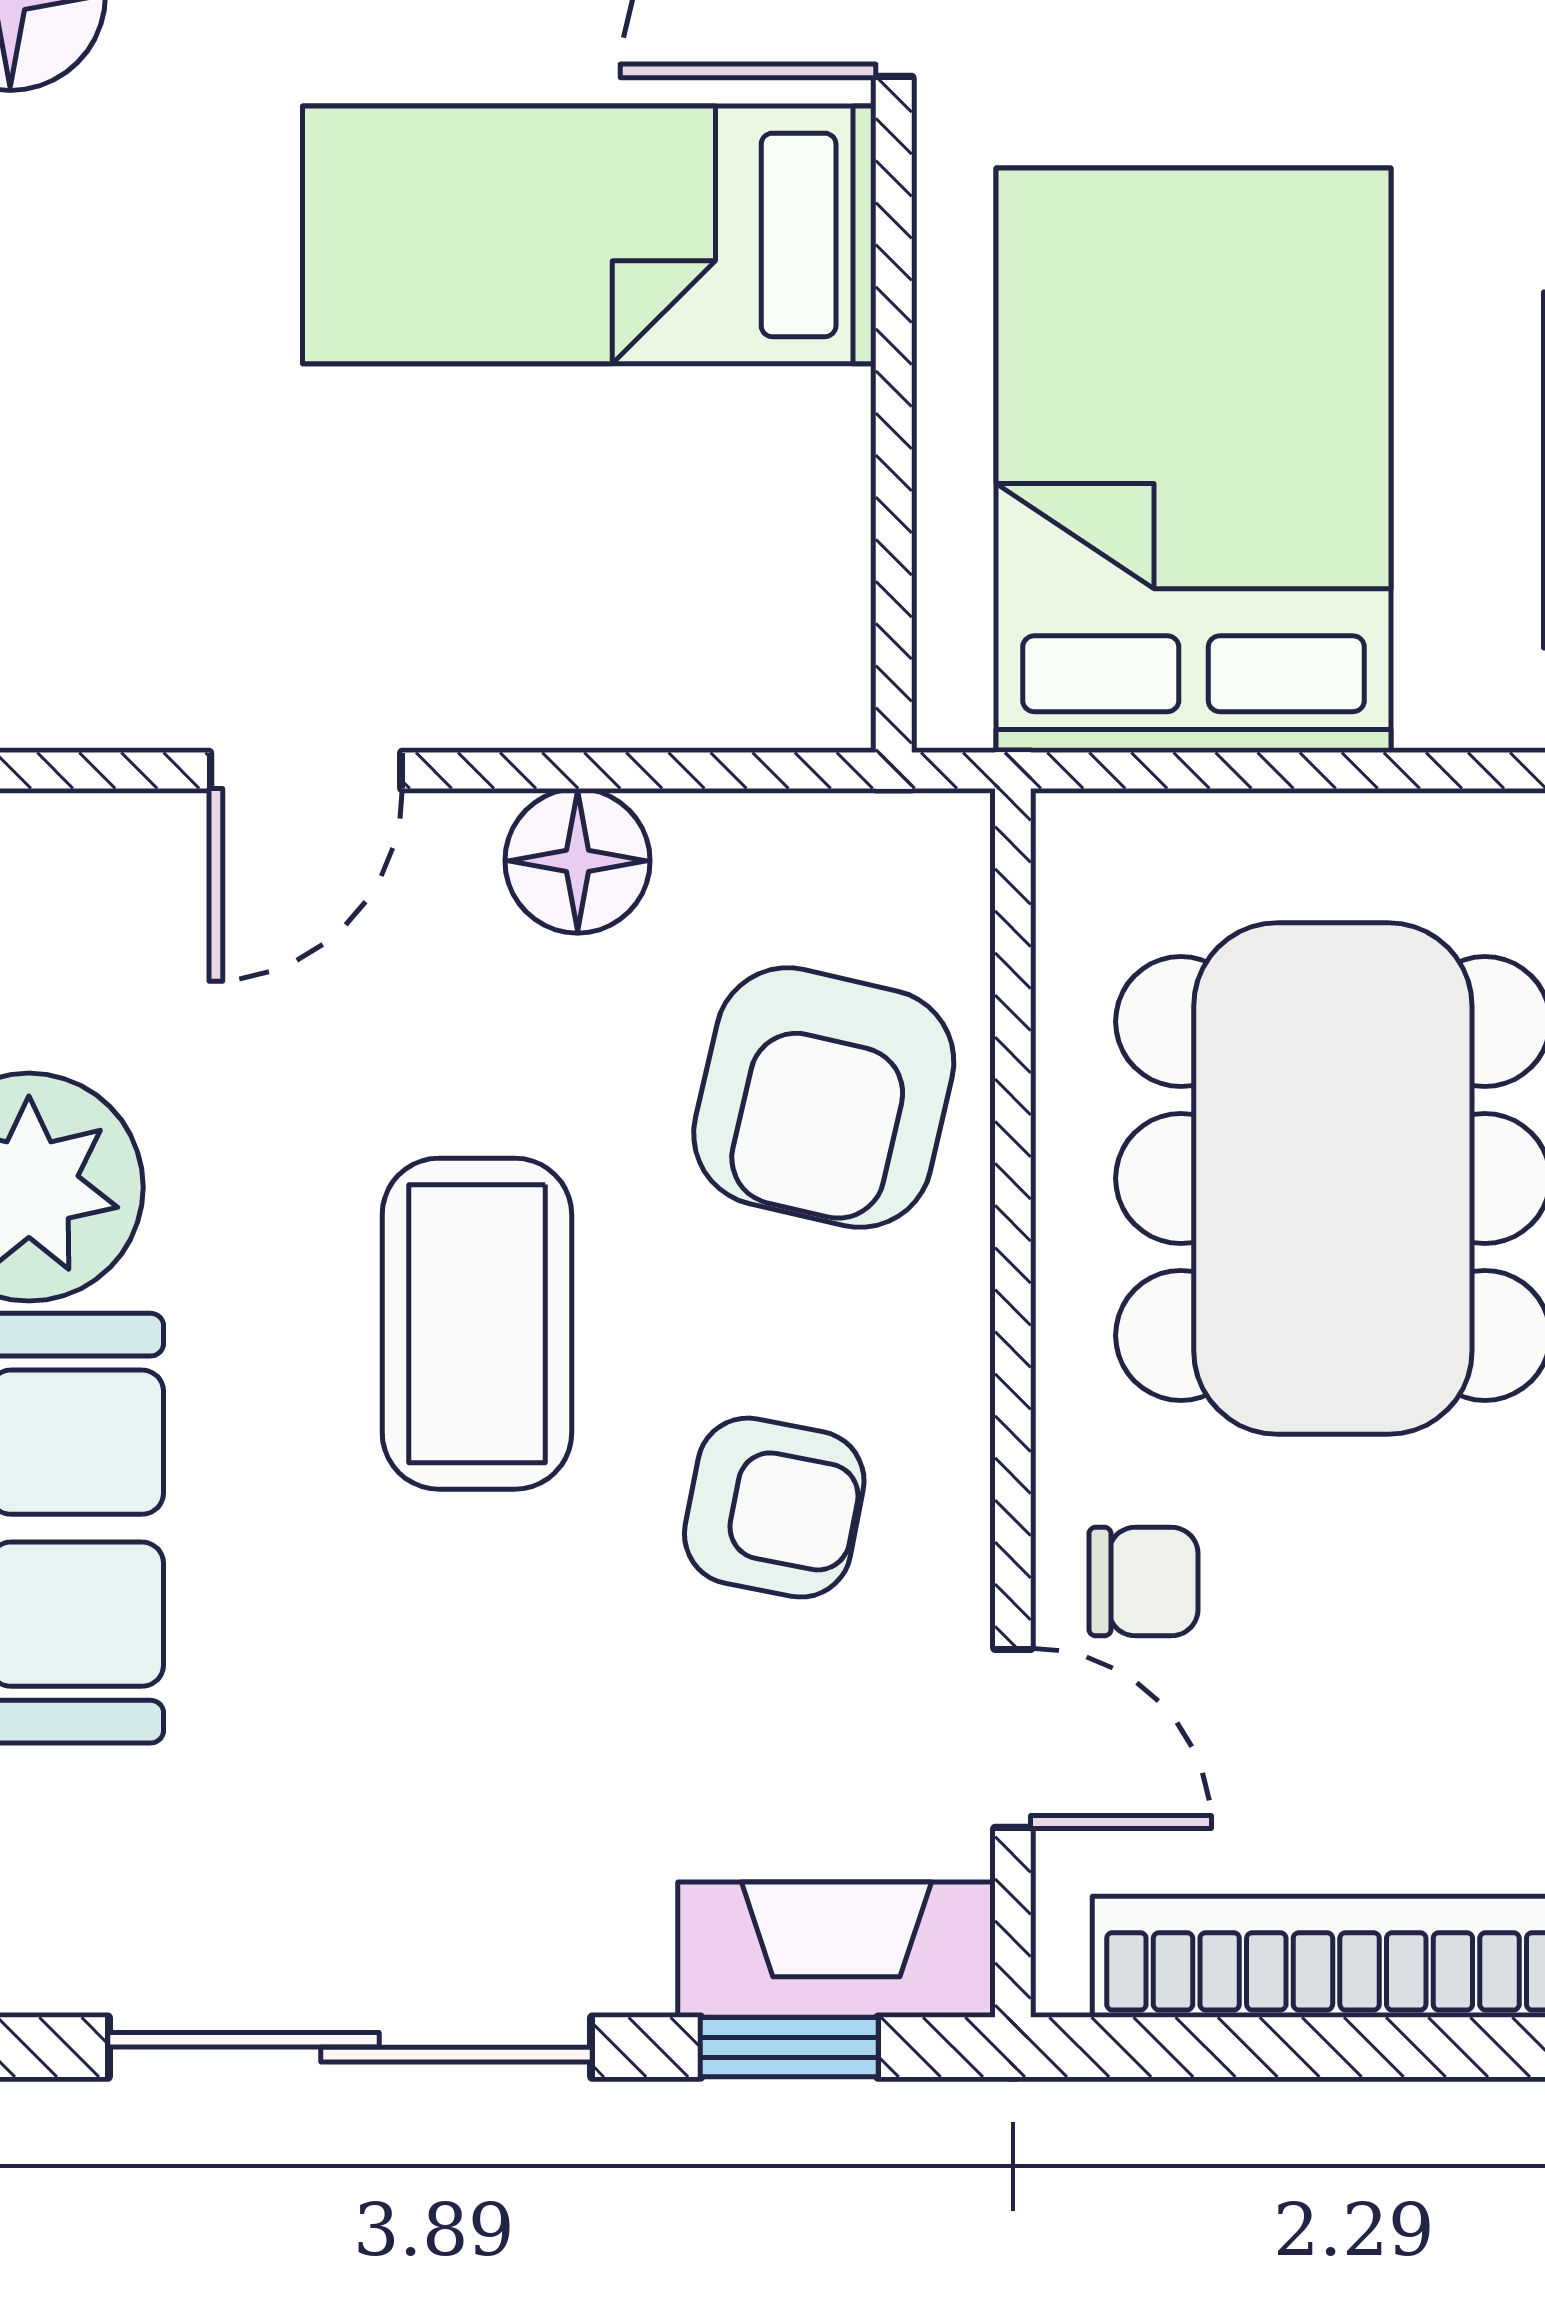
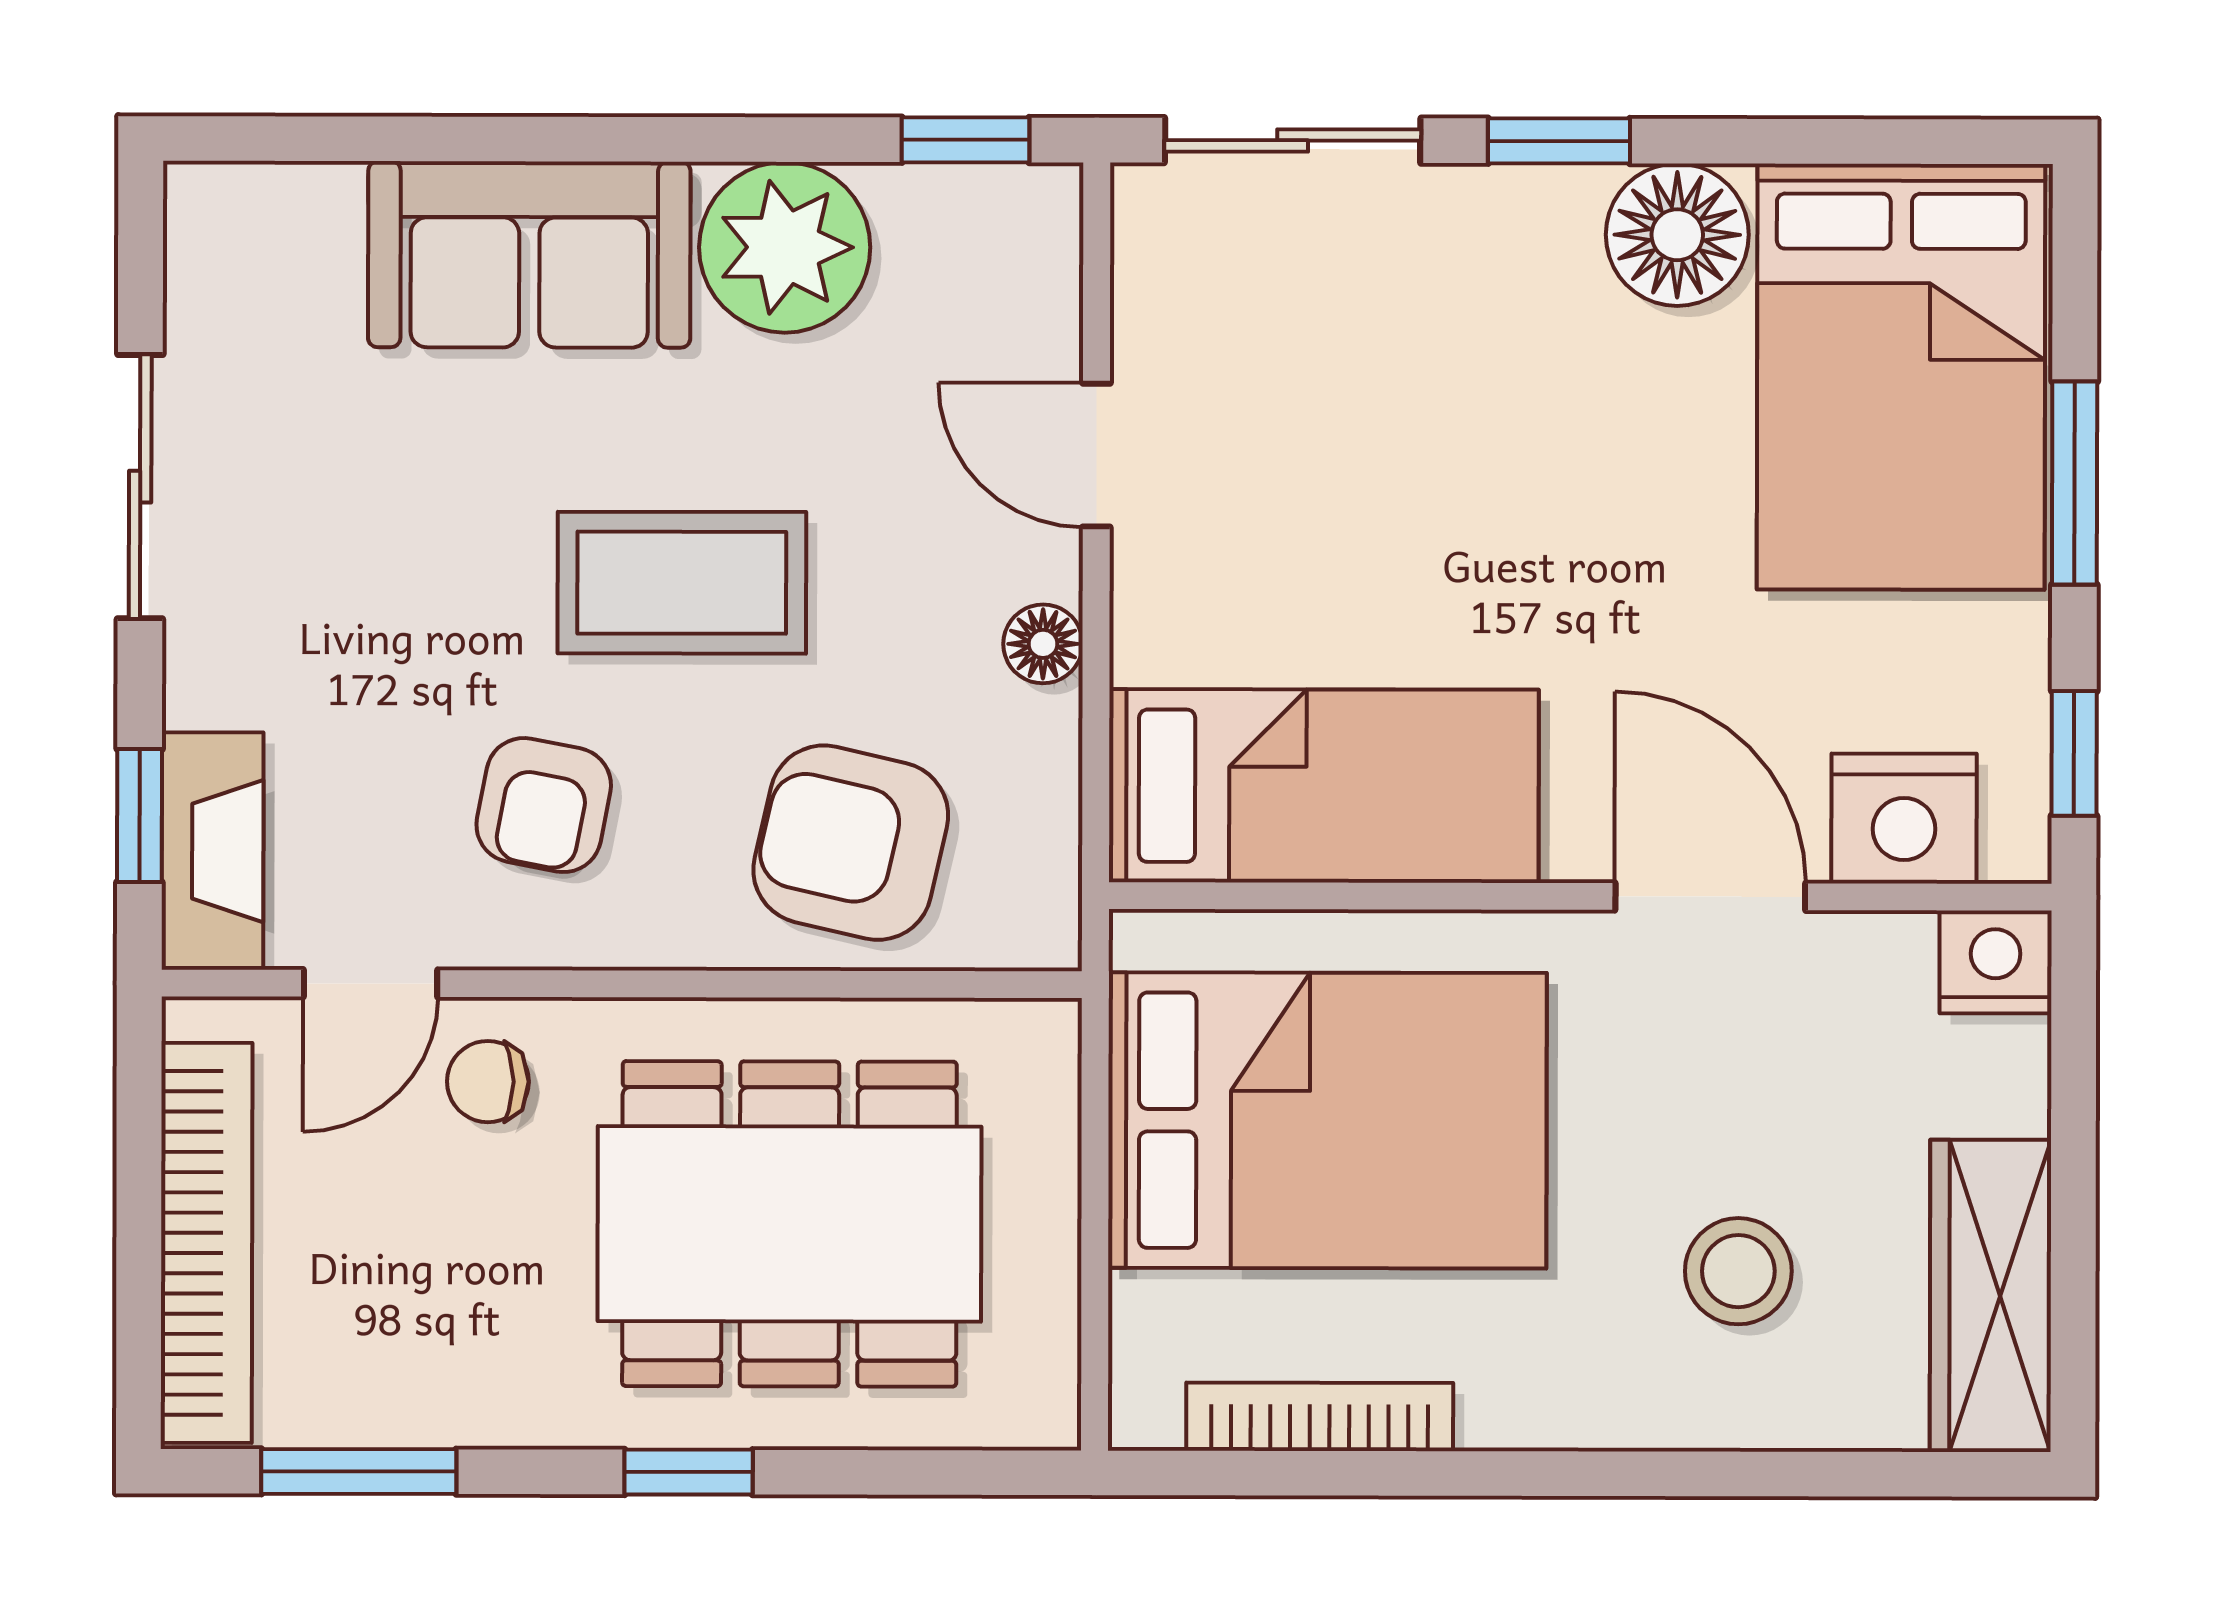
bed: (589, 235) -> (1324, 786), moved, turned 90
floor lamp: (578, 861) -> (1043, 644), width x0.73, depth x0.73
chair: (1144, 1582) -> (488, 1082), turned 90
sliding door: (350, 2047) -> (140, 487), width x0.73

